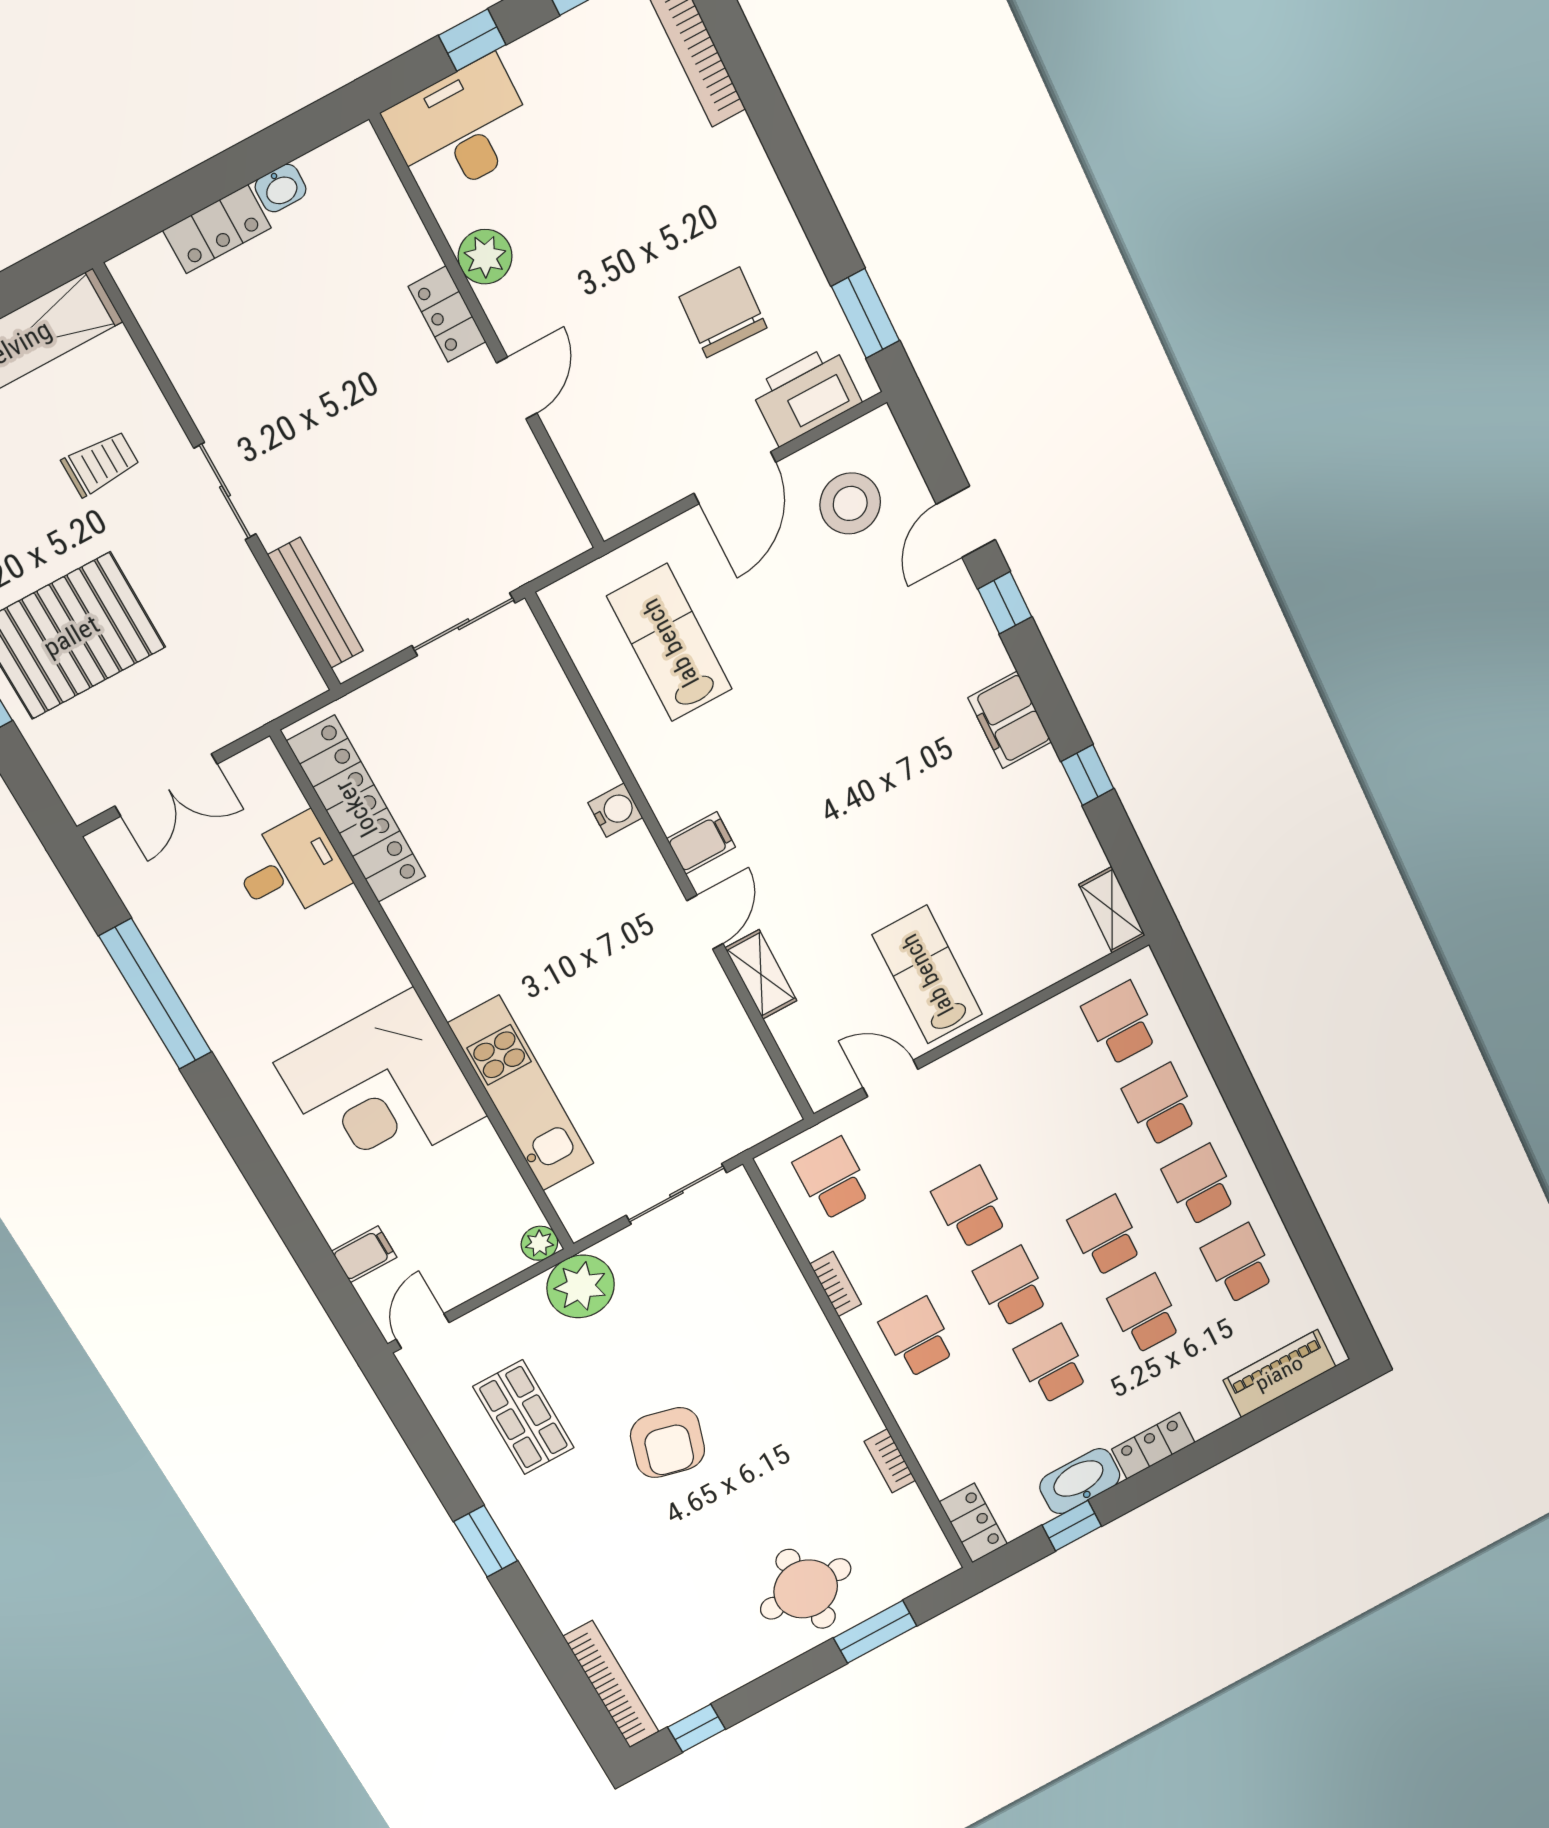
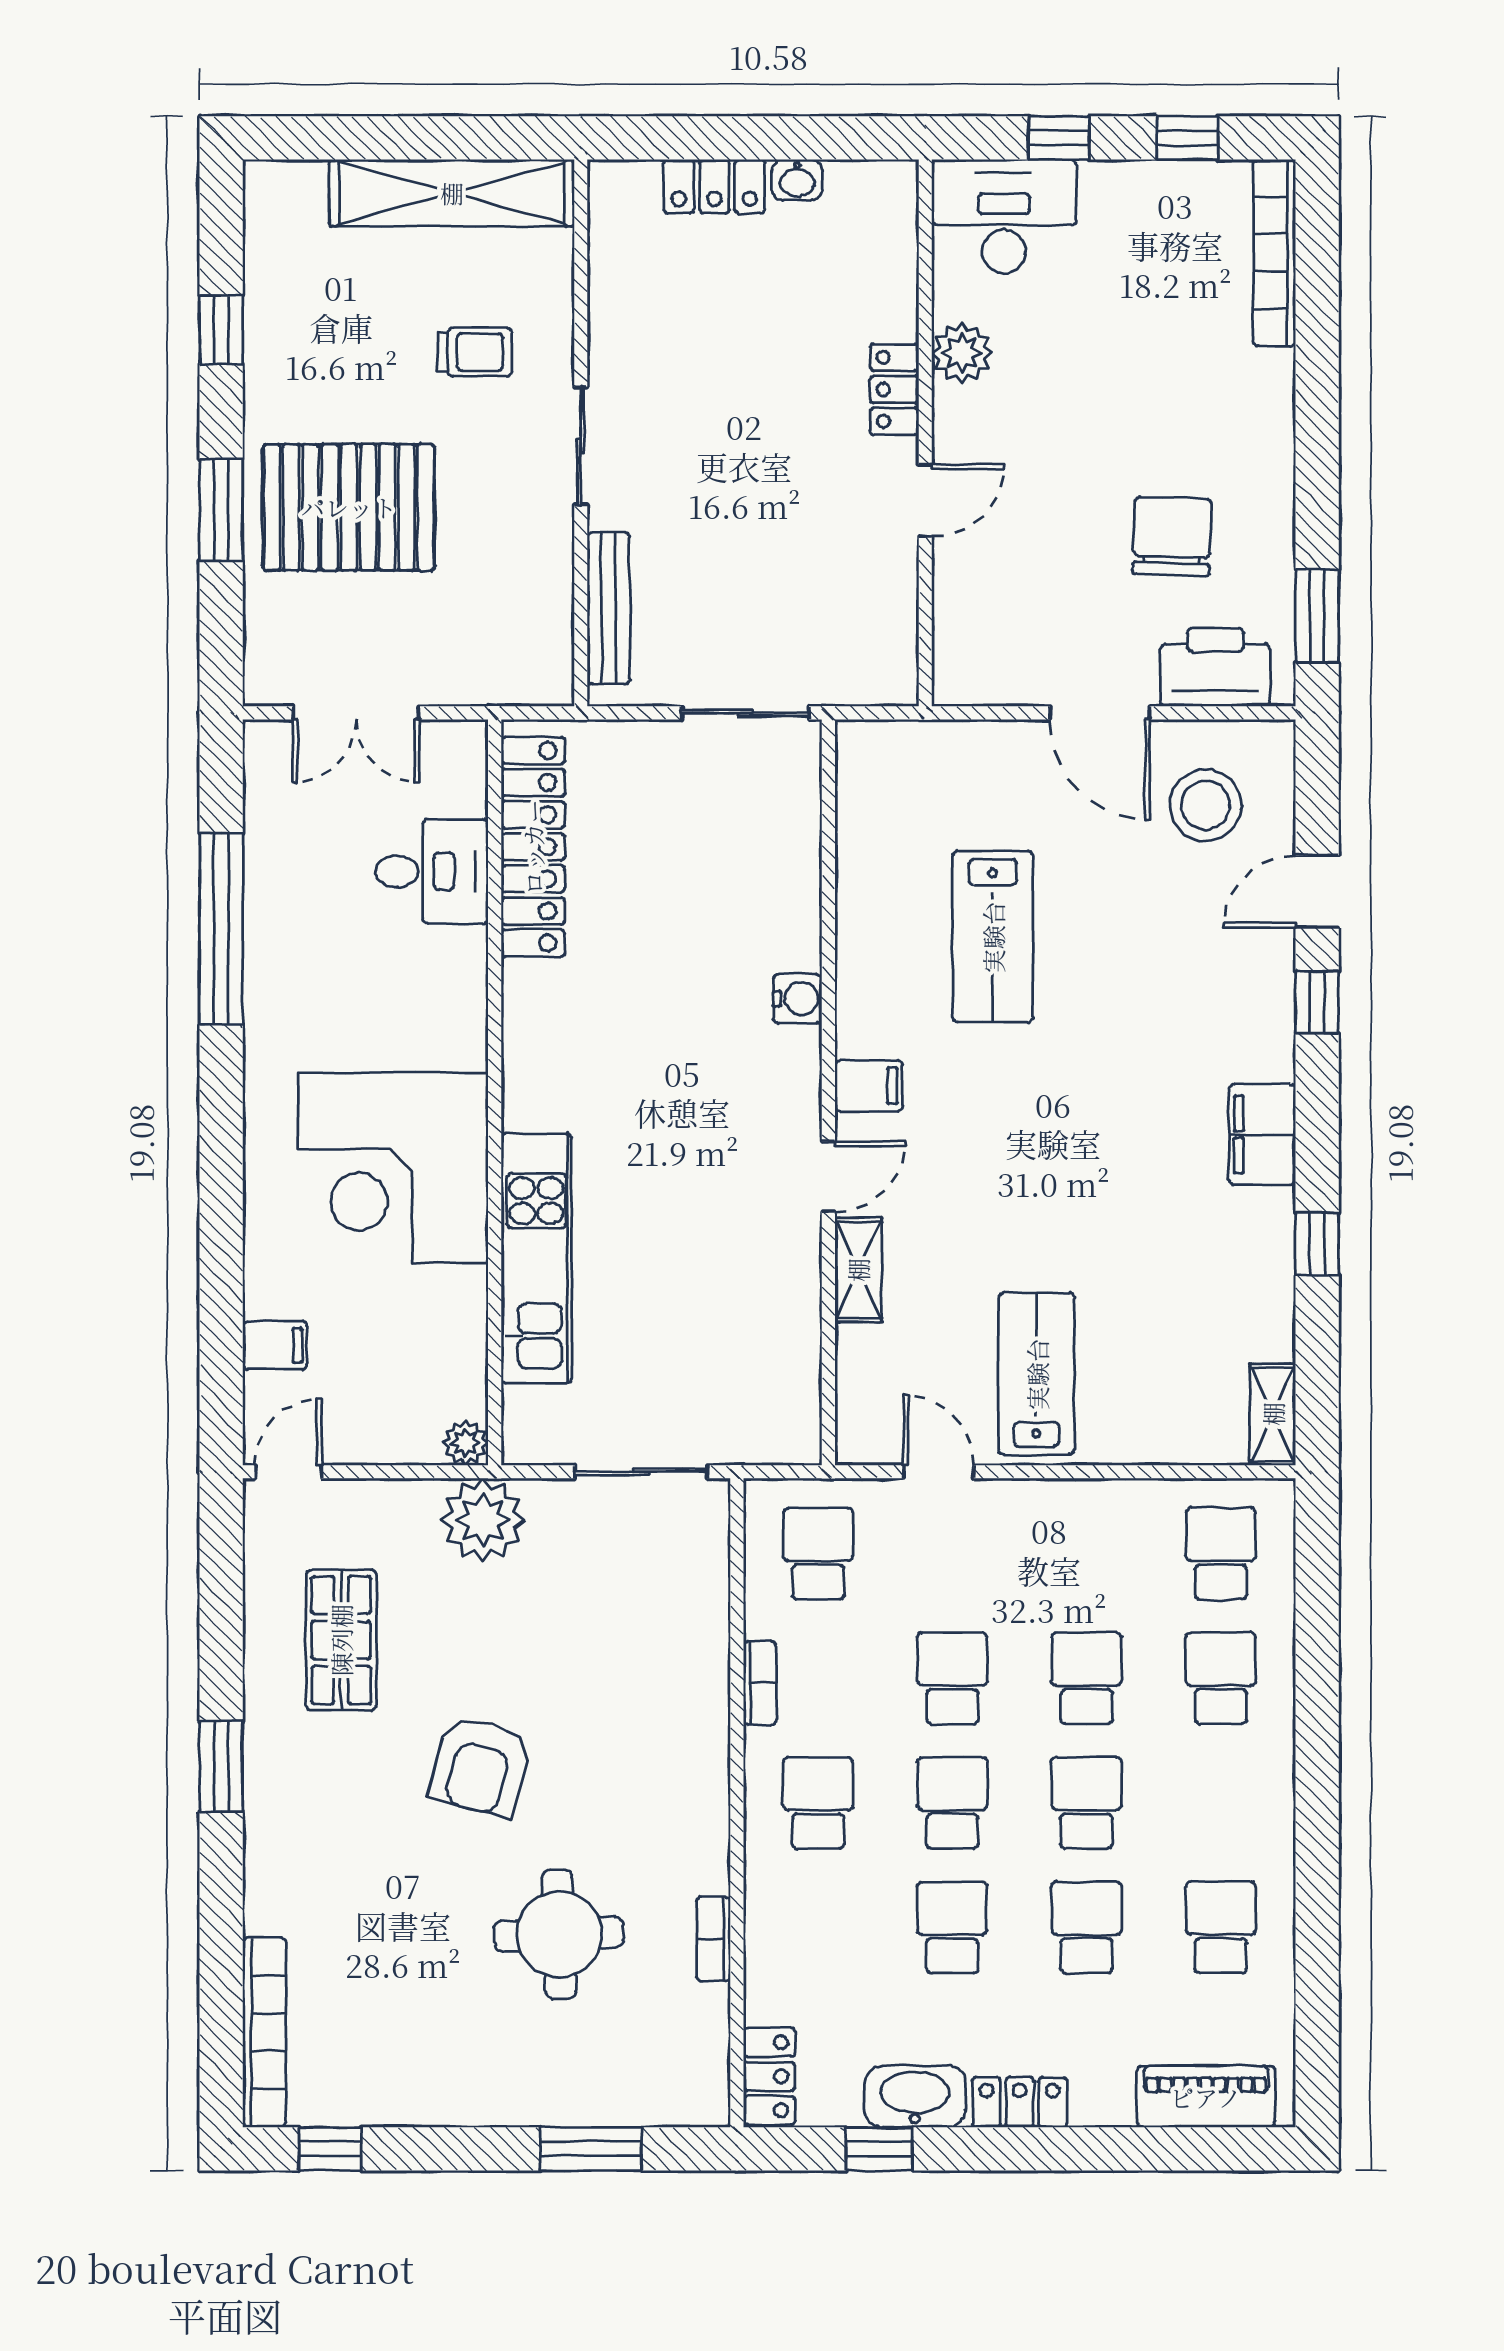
door: (735, 478) -> (1100, 713), hinge flipped
lab bench: (670, 643) -> (993, 937), moved, turned 180
school desk: (1200, 1185) -> (1087, 1678), moved
round table: (806, 1589) -> (559, 1934), moved

